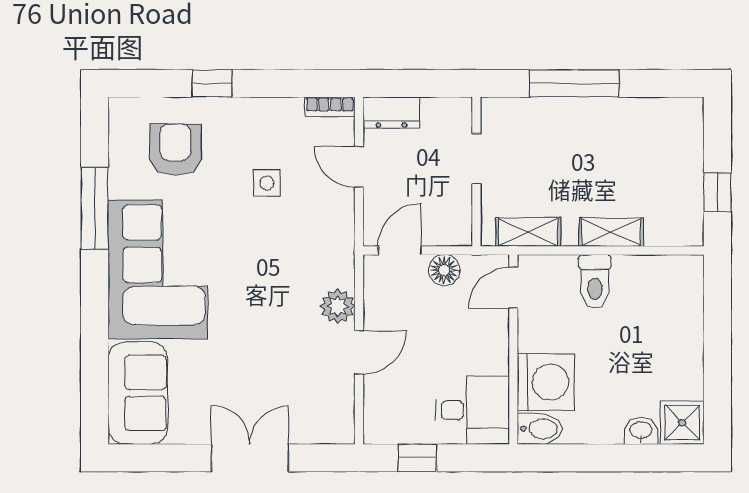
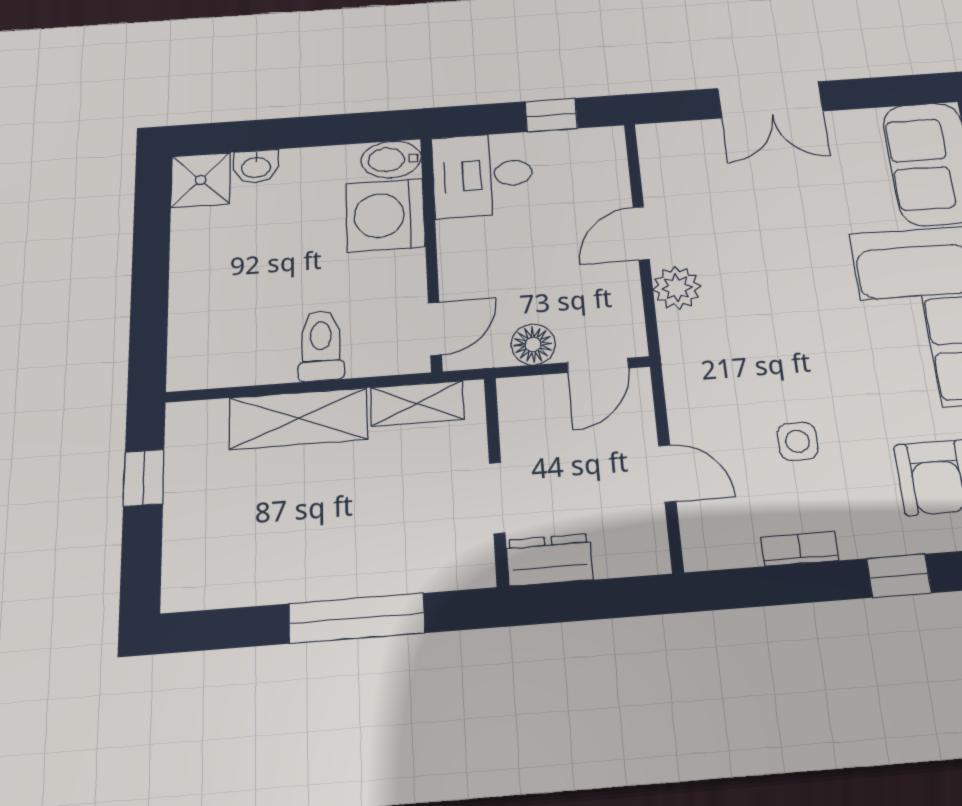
bookcase: (330, 107) -> (800, 549), moved
dresser: (391, 113) -> (549, 560), moved
shelving: (611, 232) -> (298, 419), width x1.50, depth x1.33

